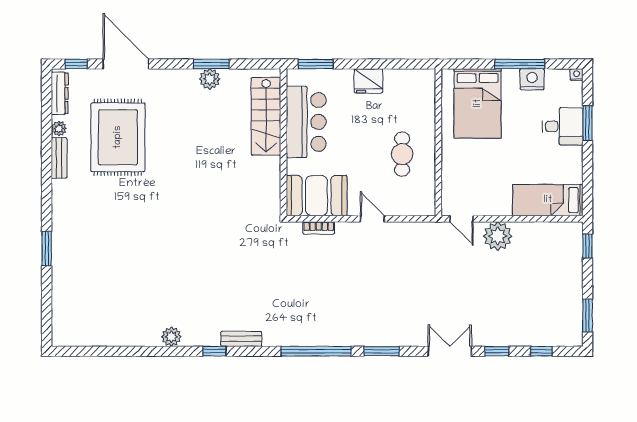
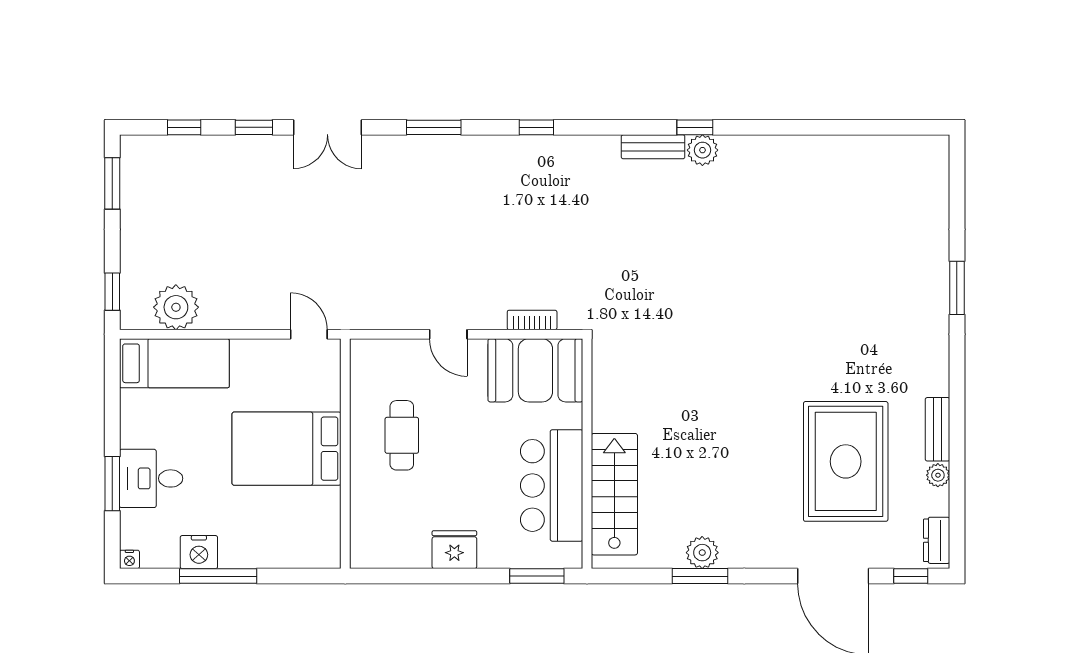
dresser: (60, 93) -> (937, 540), width x0.70
bed: (478, 103) -> (287, 449), moved, turned -90
plant: (498, 236) -> (176, 307), moved
plant: (171, 337) -> (702, 150), moved
window: (316, 351) -> (536, 127), width x0.32

